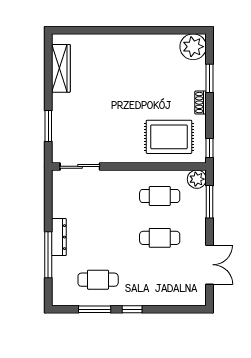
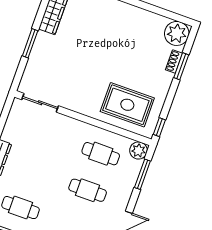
shoe rack: (201, 103) -> (174, 61), moved
window: (48, 126) -> (30, 43), moved

